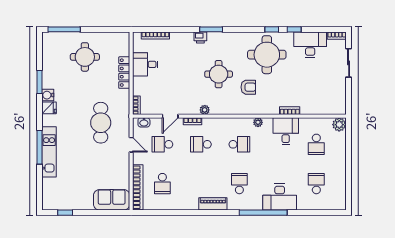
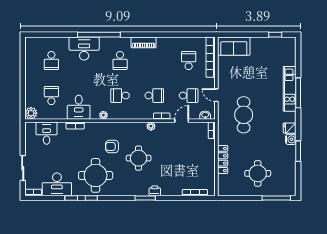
desk: (145, 64) -> (47, 133), moved, turned -90

